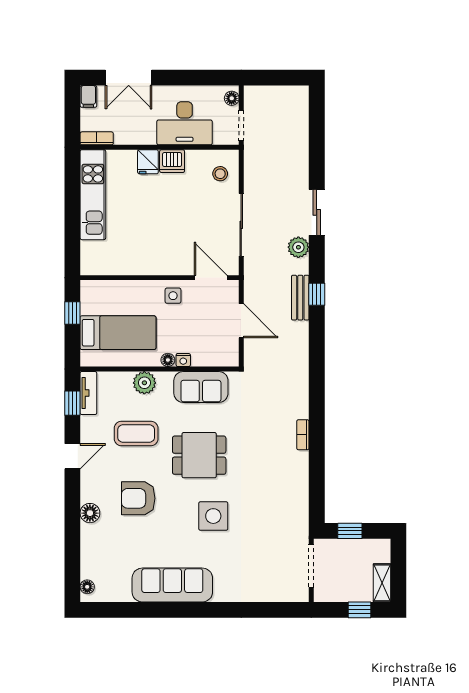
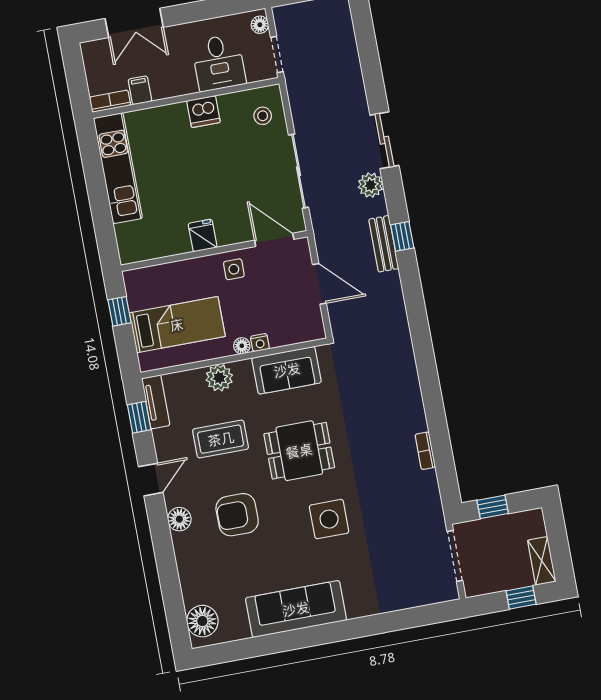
filing cabinet: (88, 96) -> (140, 90), moved, turned 180
desk: (185, 123) -> (219, 63), width x0.73
fridge: (148, 162) -> (203, 235), moved, turned 180
bookcase: (303, 435) -> (425, 451), moved
floor lamp: (90, 513) -> (179, 519), moved
floor lamp: (87, 587) -> (202, 621), width x1.89, depth x1.89

